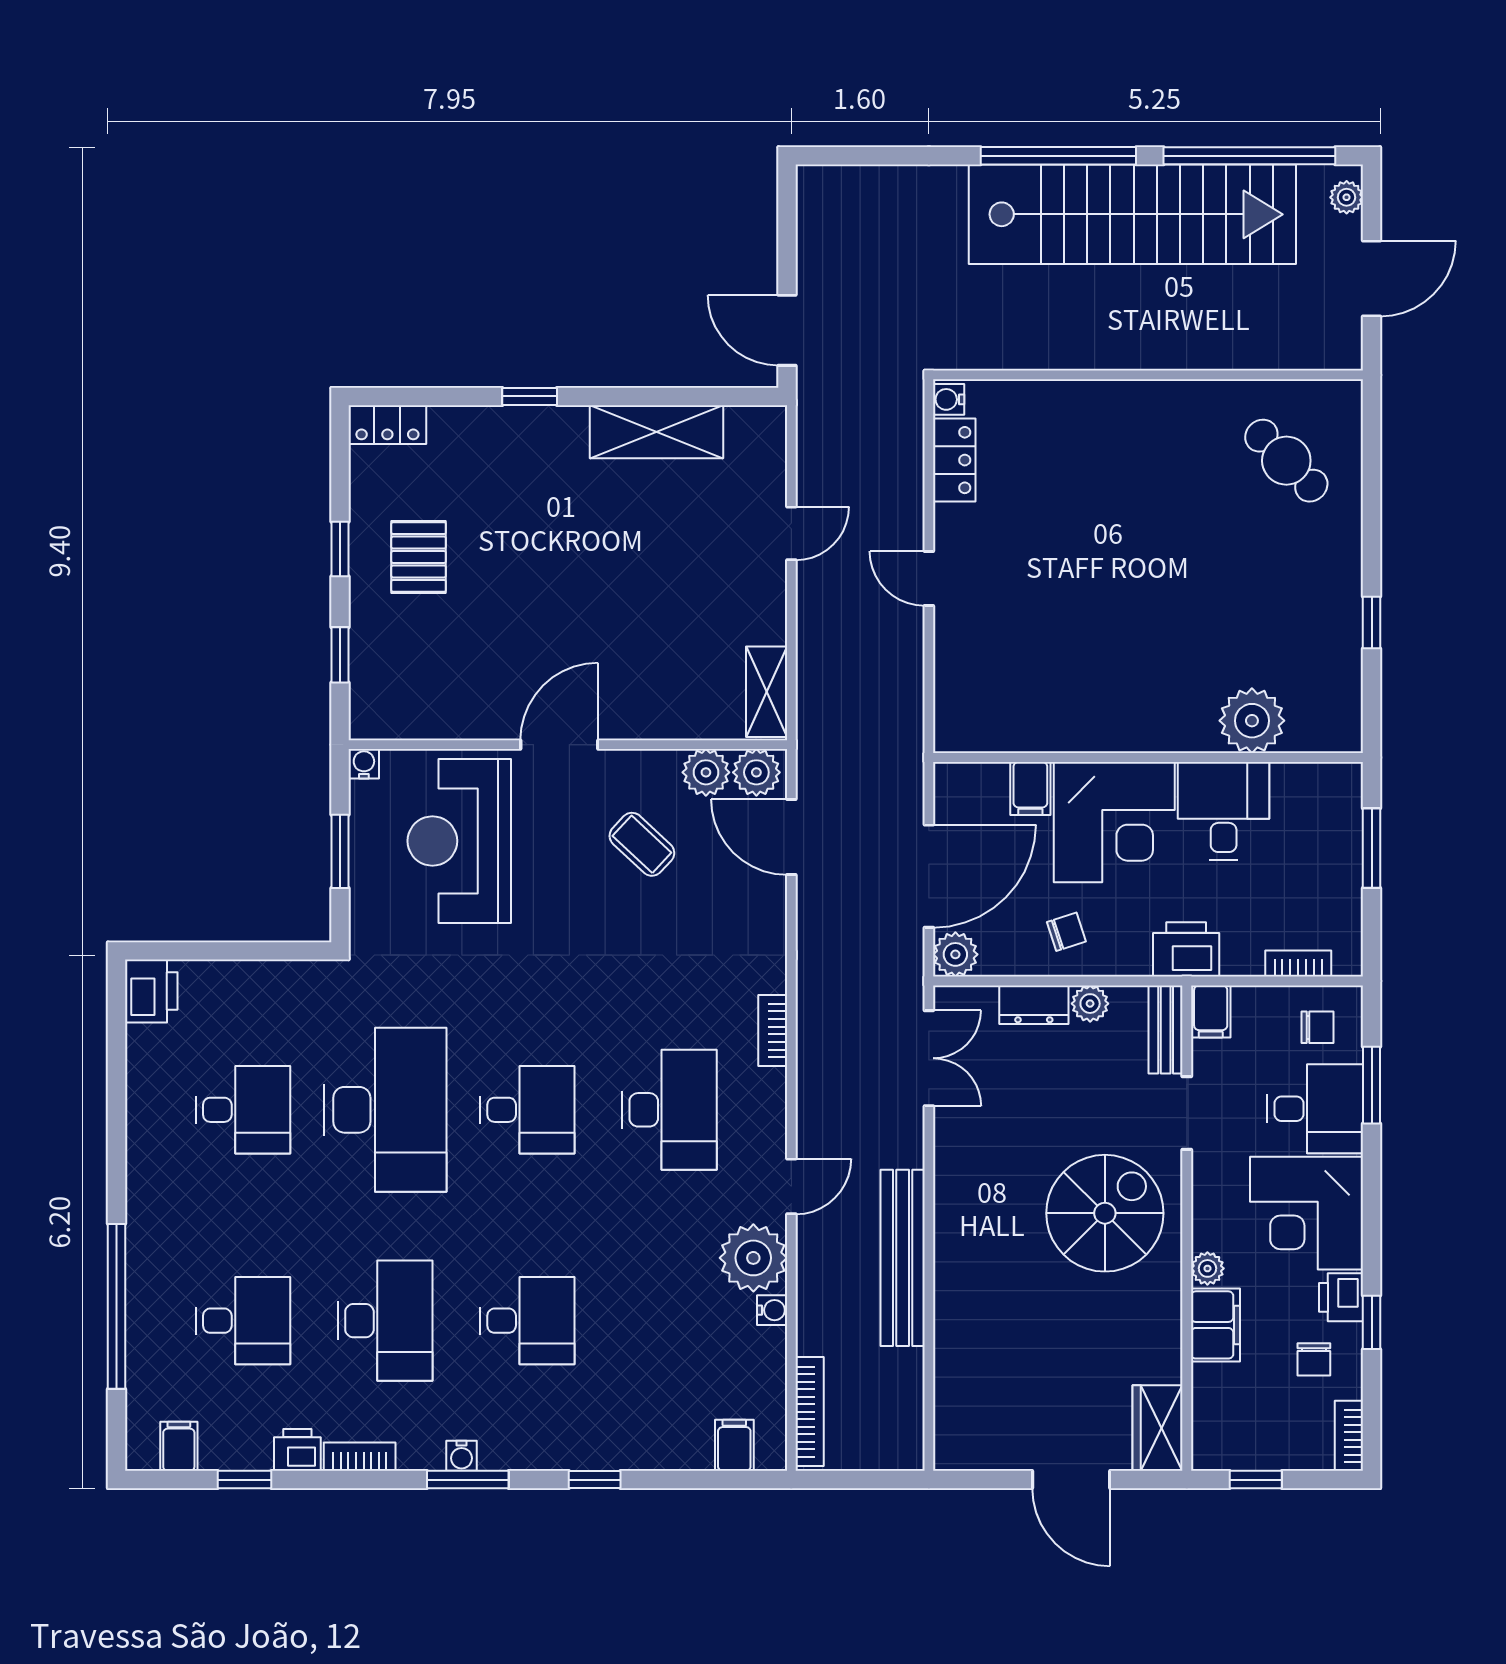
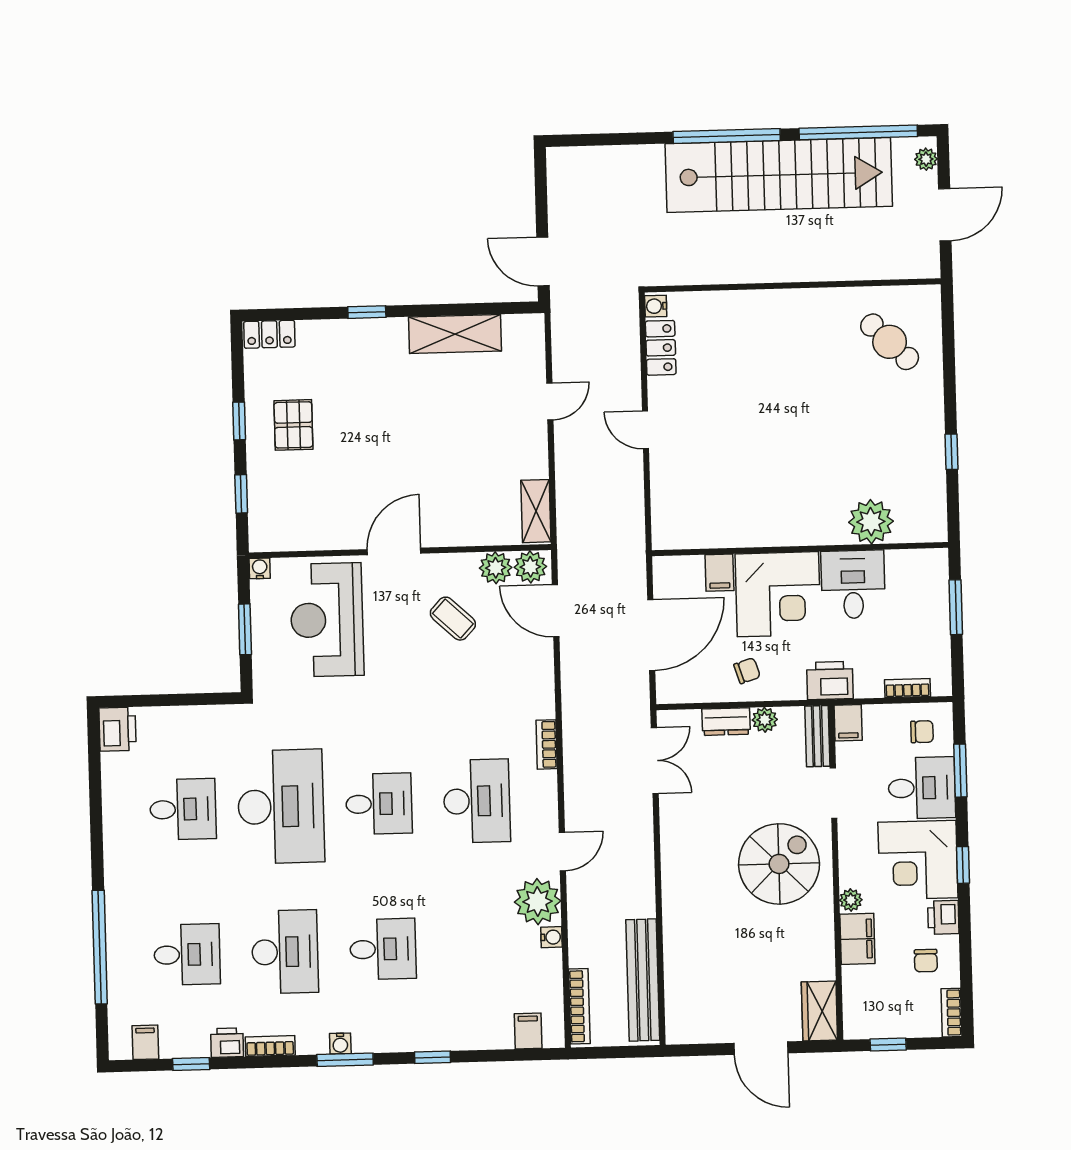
plant: (955, 954) -> (671, 688), removed
bench: (903, 1258) -> (643, 980), moved
window: (1372, 1322) -> (963, 865), moved

